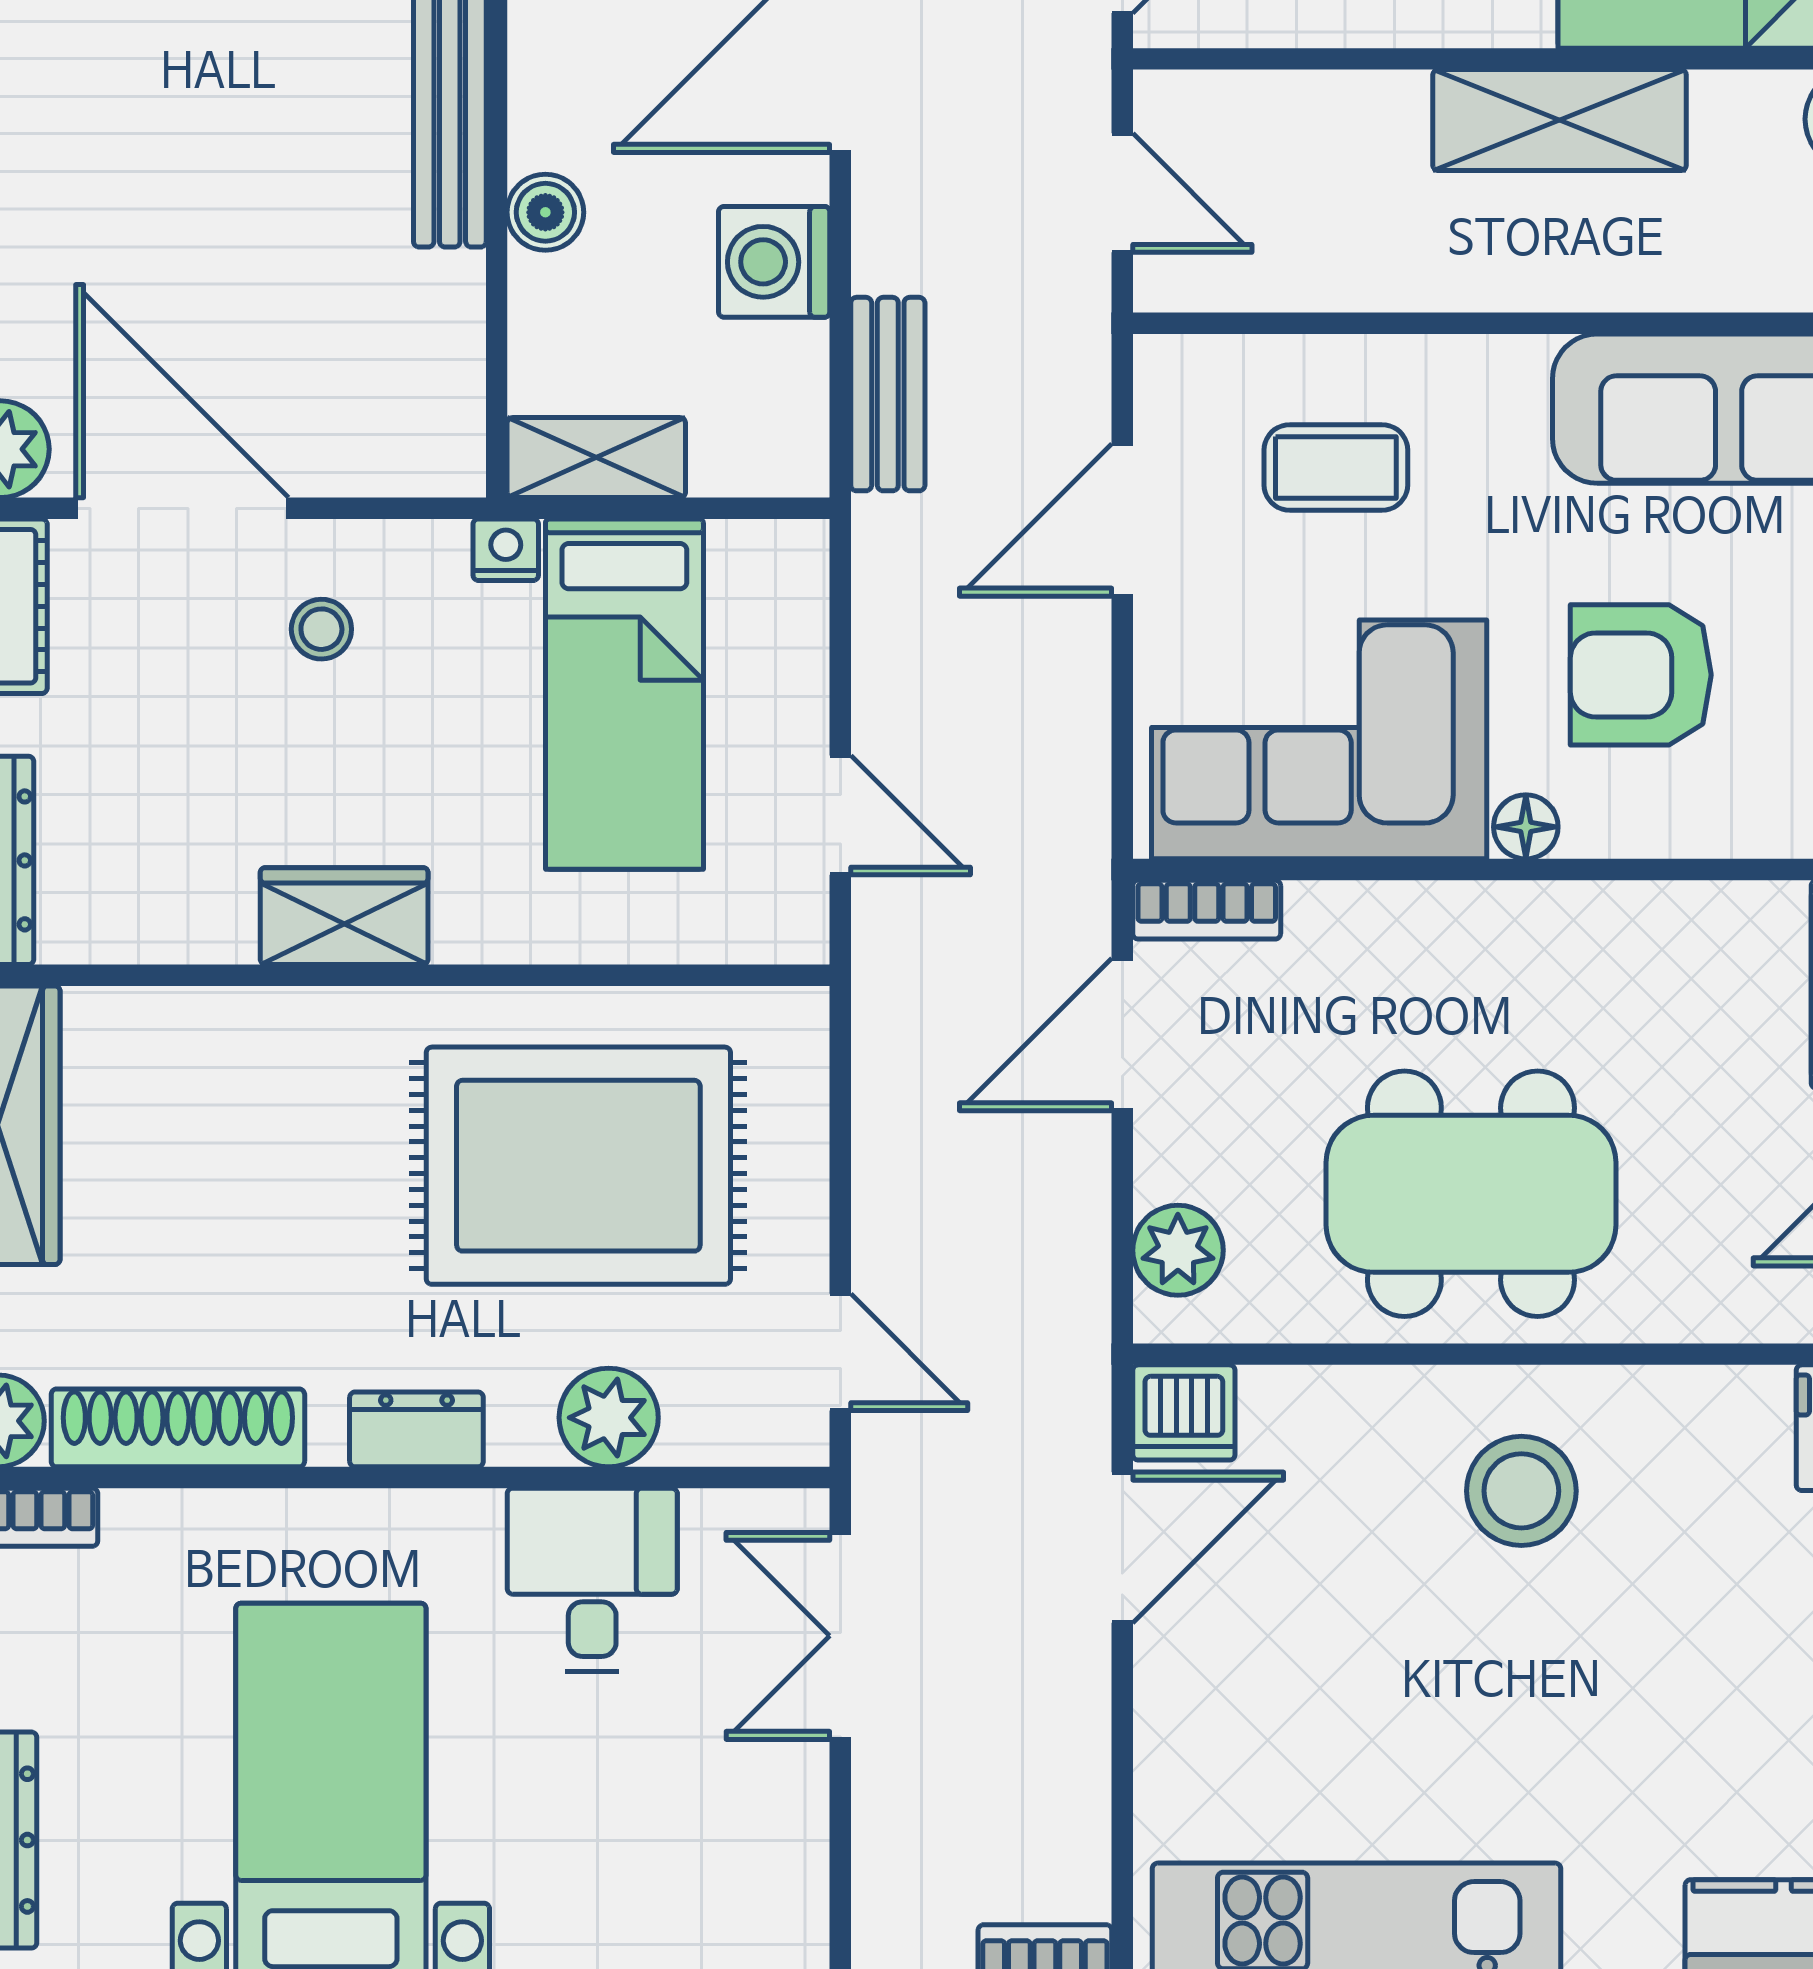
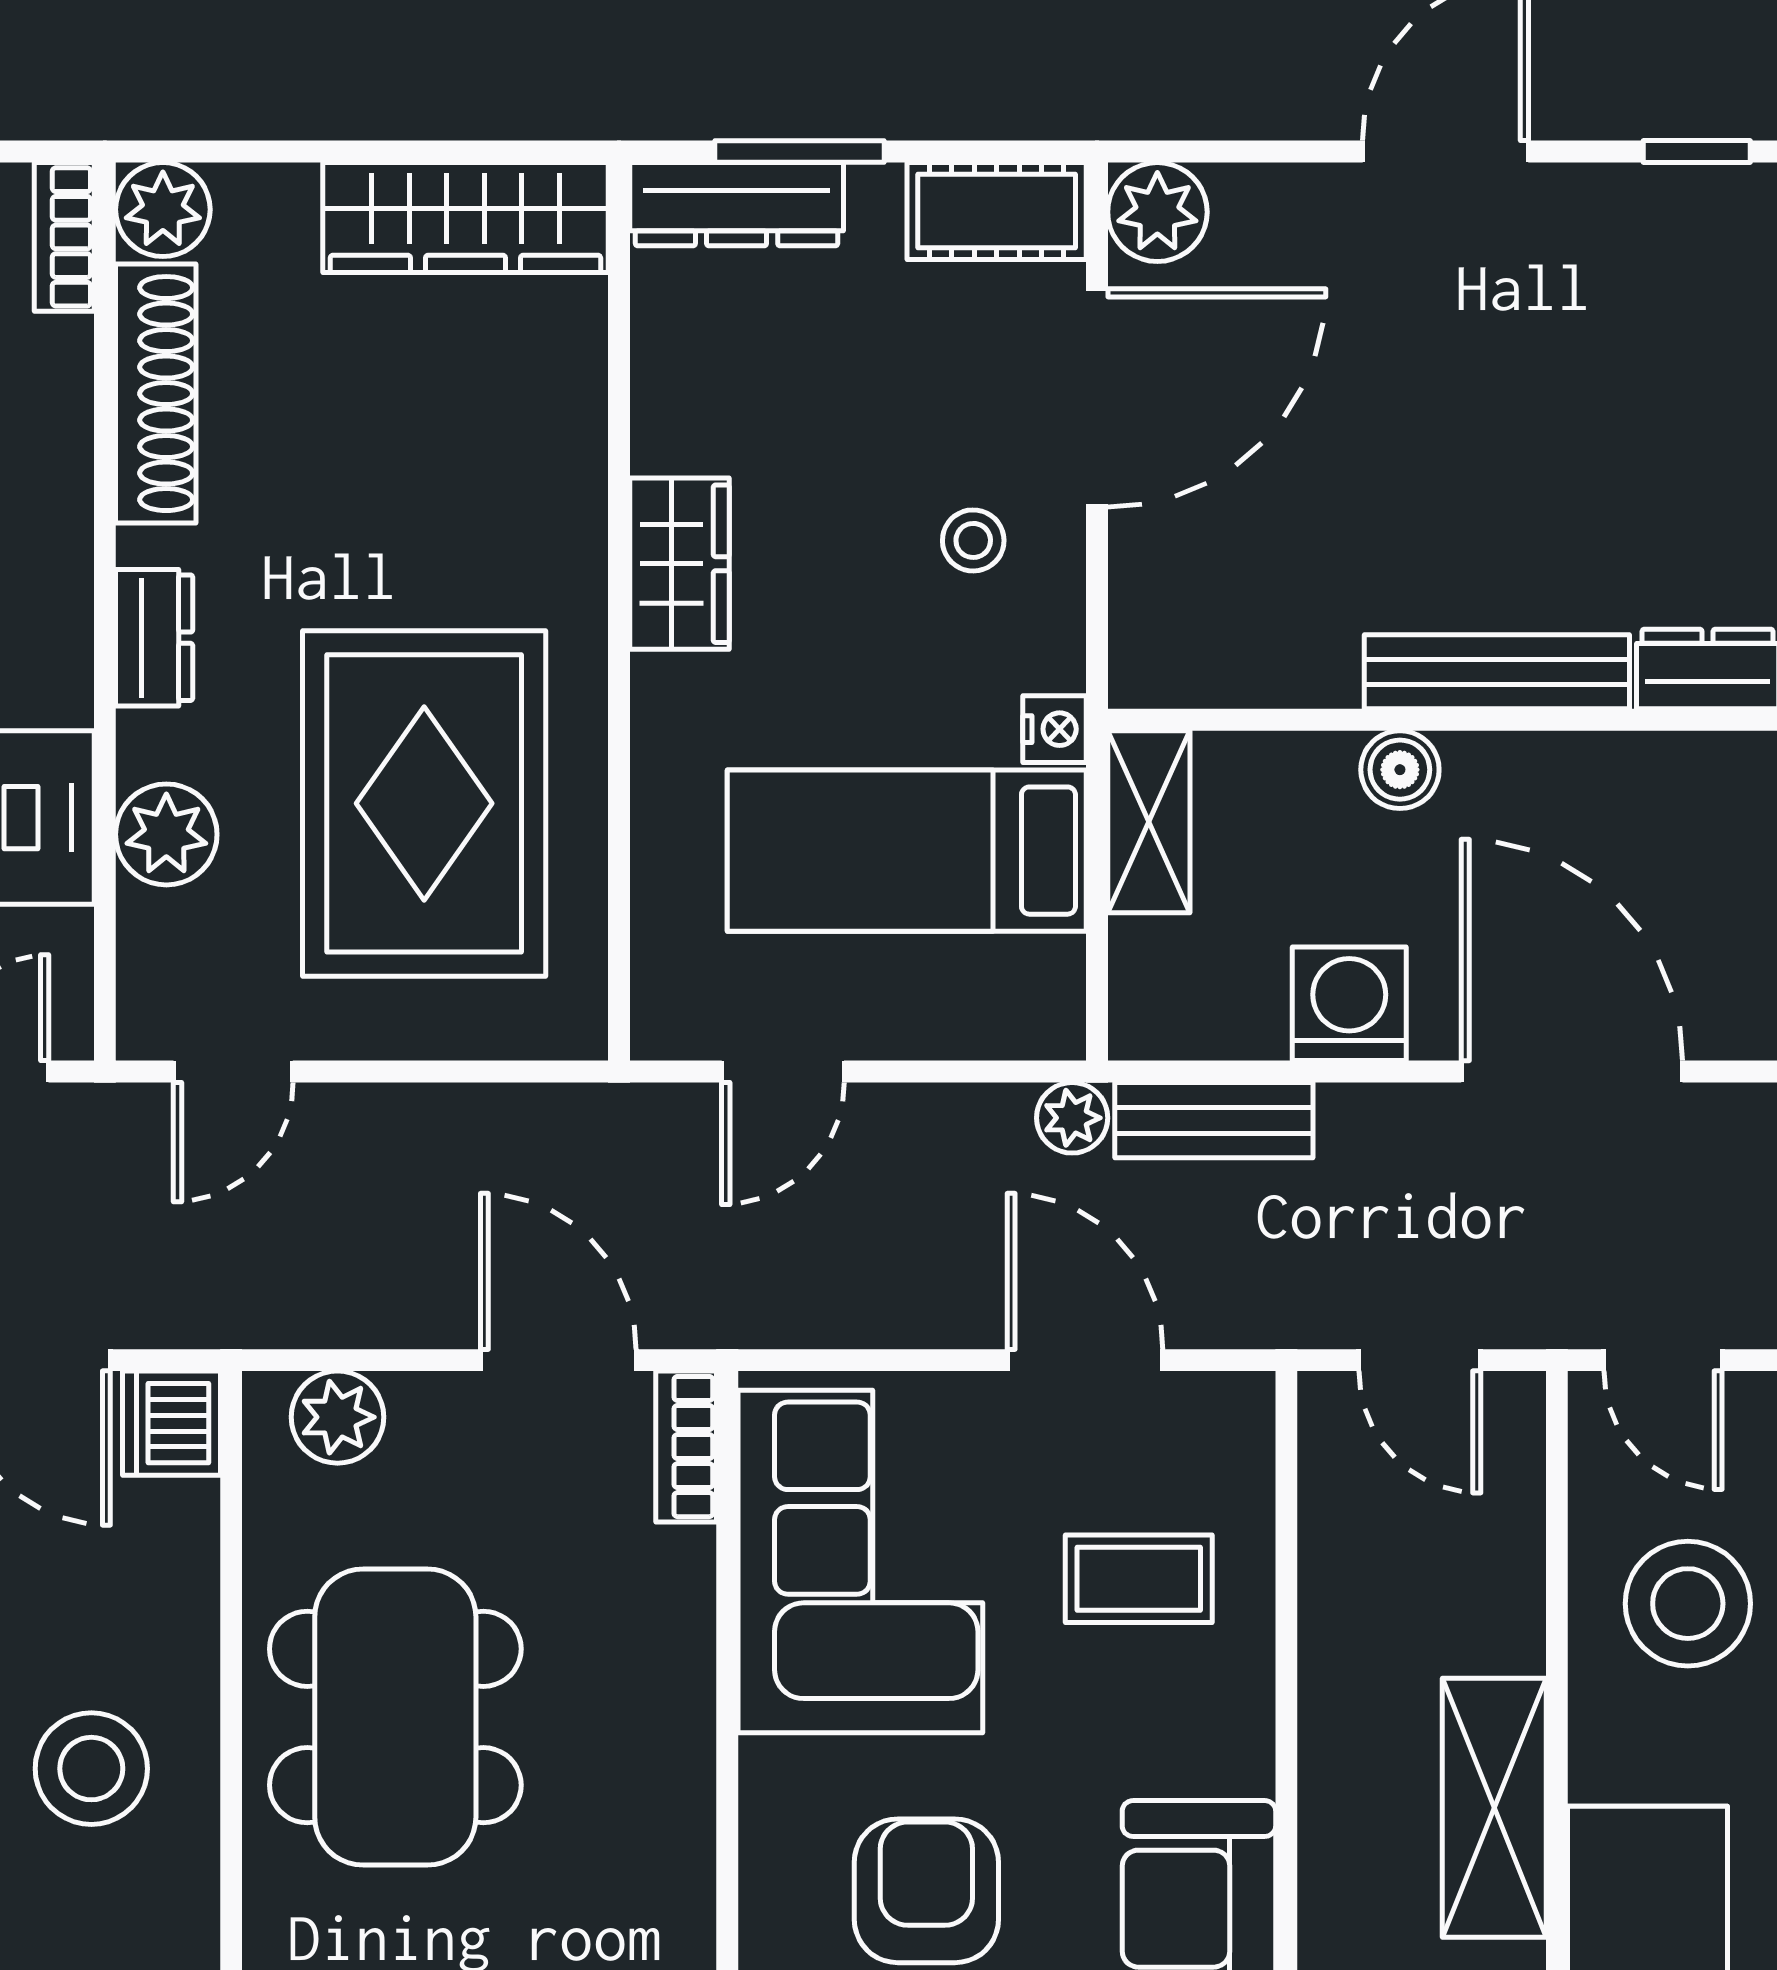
door: (1122, 193) -> (1420, 1360), hinge flipped
coffee table: (1336, 467) -> (1139, 1579), turned 90
plant: (885, 533) -> (1072, 1118), added
floor lamp: (1526, 827) -> (771, 1773), removed

